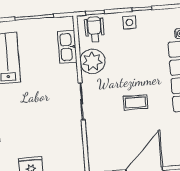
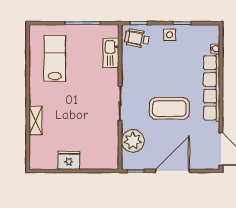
wheelchair: (94, 29) -> (137, 38), turned -79
plant: (92, 61) -> (133, 141), moved
coffee table: (135, 102) -> (169, 108), width x1.86, depth x1.72

